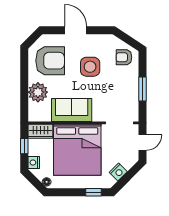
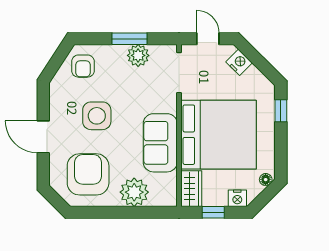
door: (76, 30) -> (43, 137), hinge flipped
plant: (131, 95) -> (138, 55), added
nightstand: (118, 172) -> (239, 62), moved

